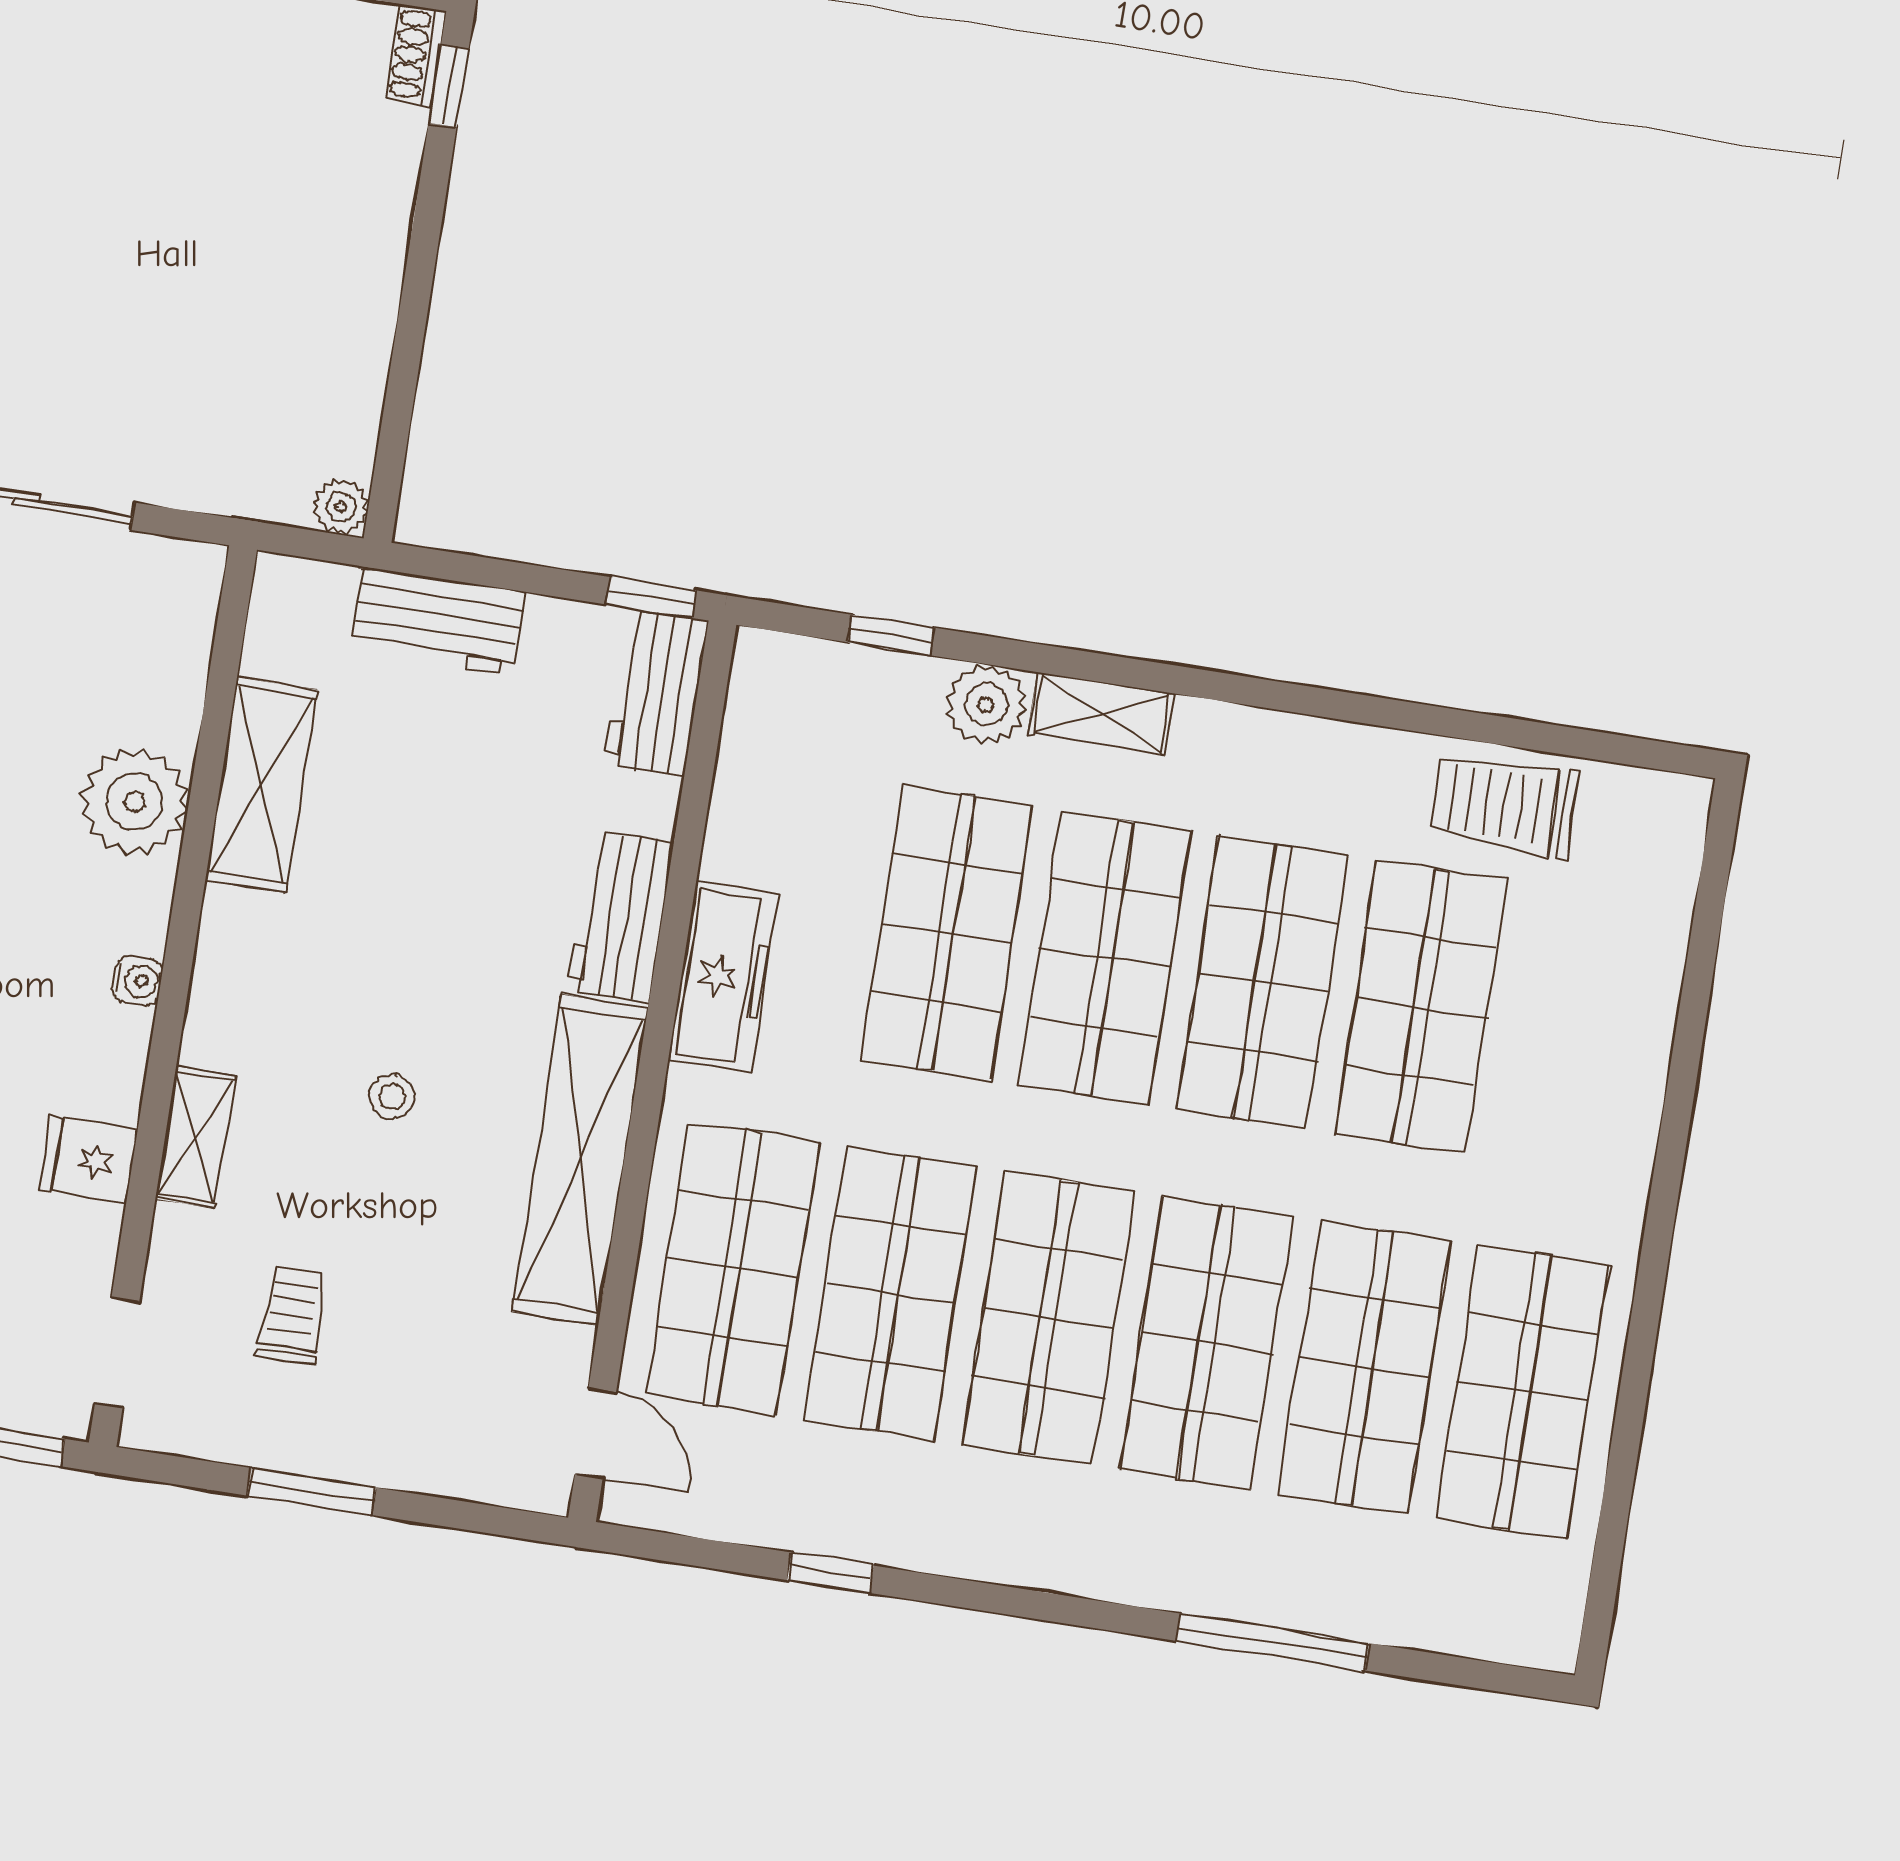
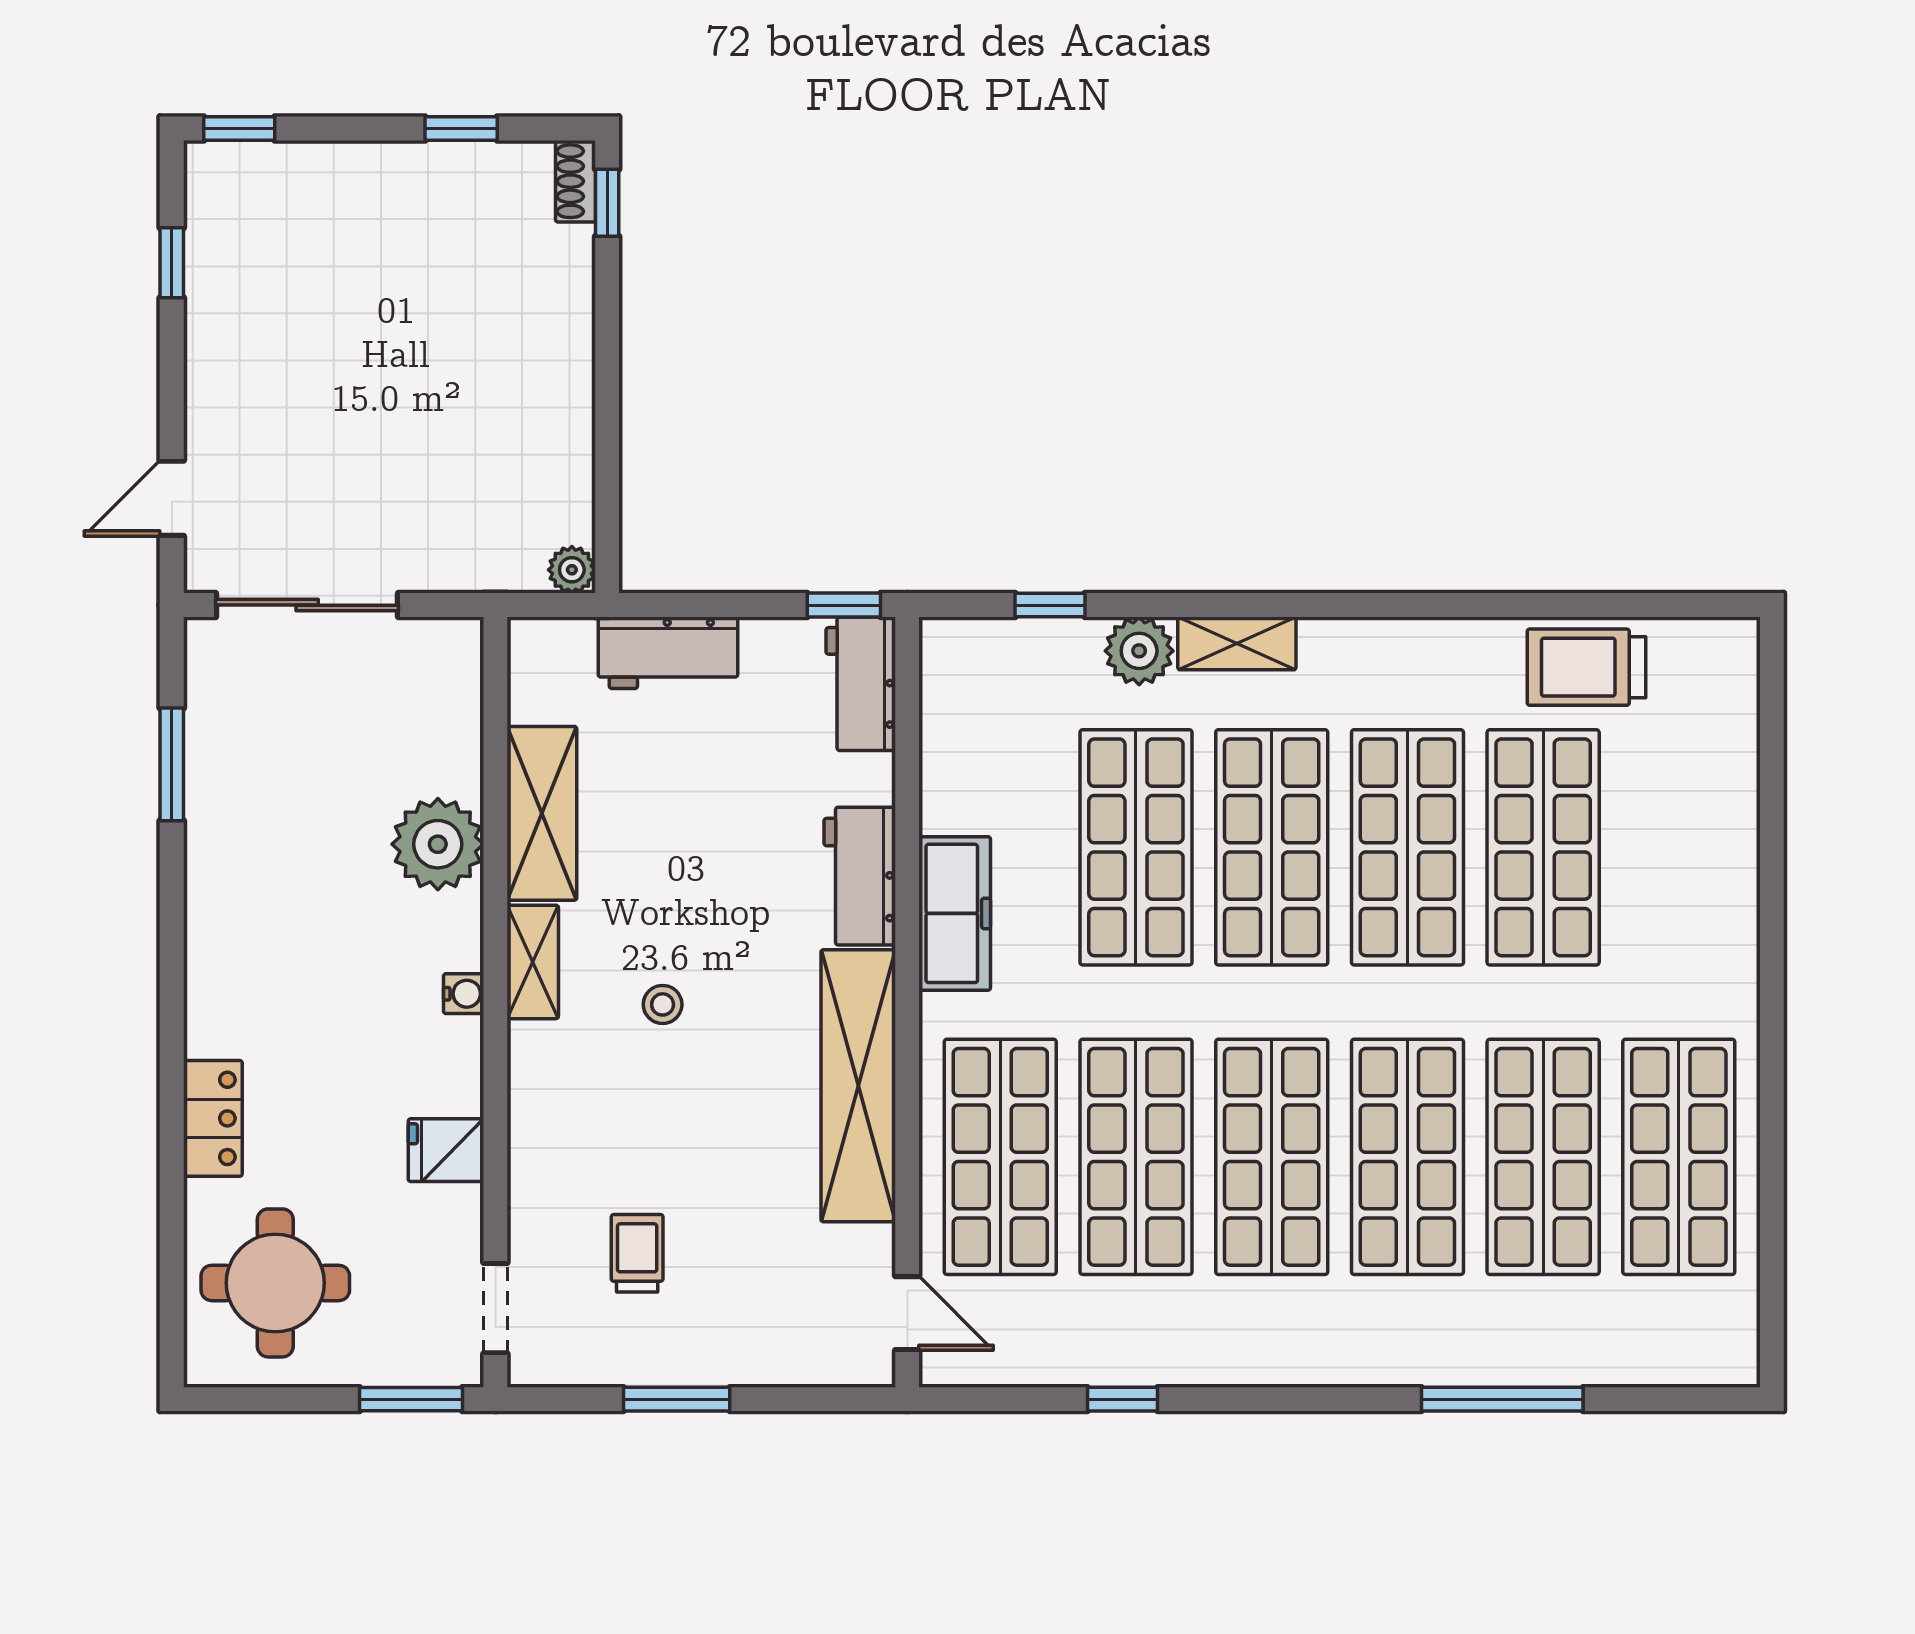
stool: (392, 1097) -> (663, 1004), moved
shelving: (195, 1137) -> (533, 962), moved

